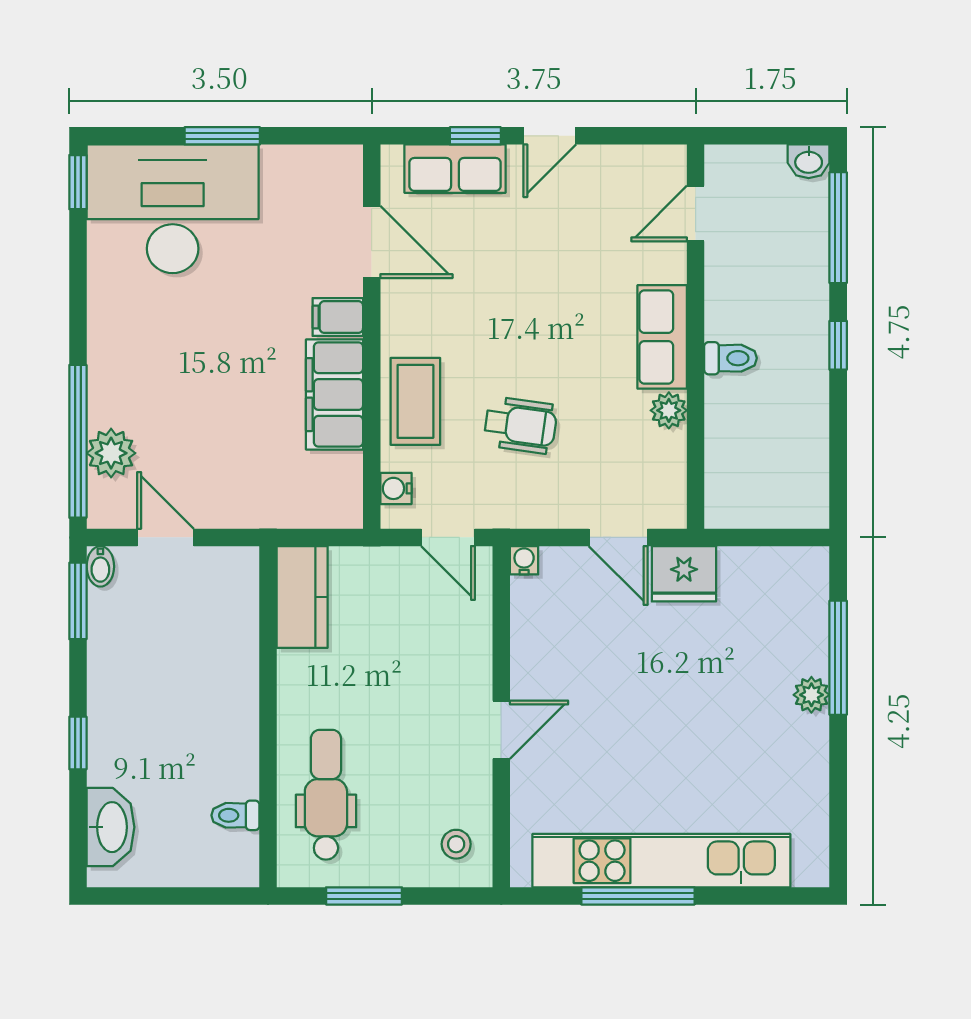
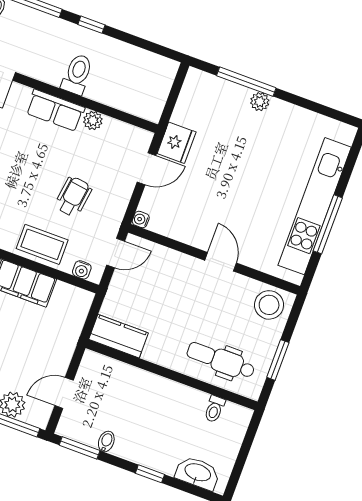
toilet: (731, 358) -> (77, 74), width x1.37, depth x1.39
bidet: (100, 566) -> (106, 441), moved, turned -90
stool: (456, 844) -> (269, 305), width x1.89, depth x1.89

